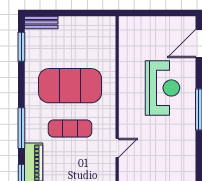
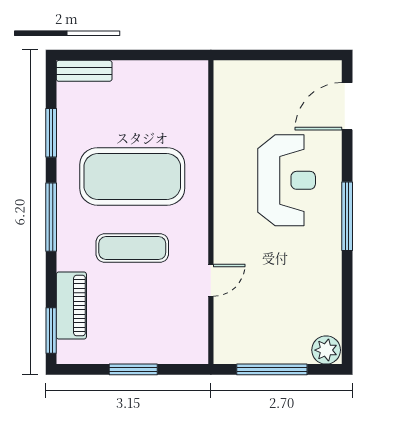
window: (21, 47) -> (51, 133), moved
window: (21, 128) -> (51, 217), moved

